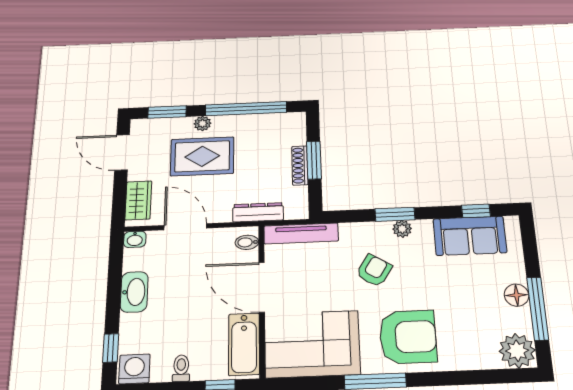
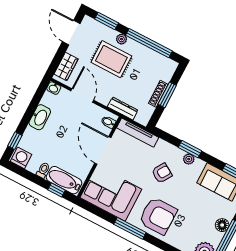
bathtub: (244, 344) -> (64, 180), moved, turned 90

